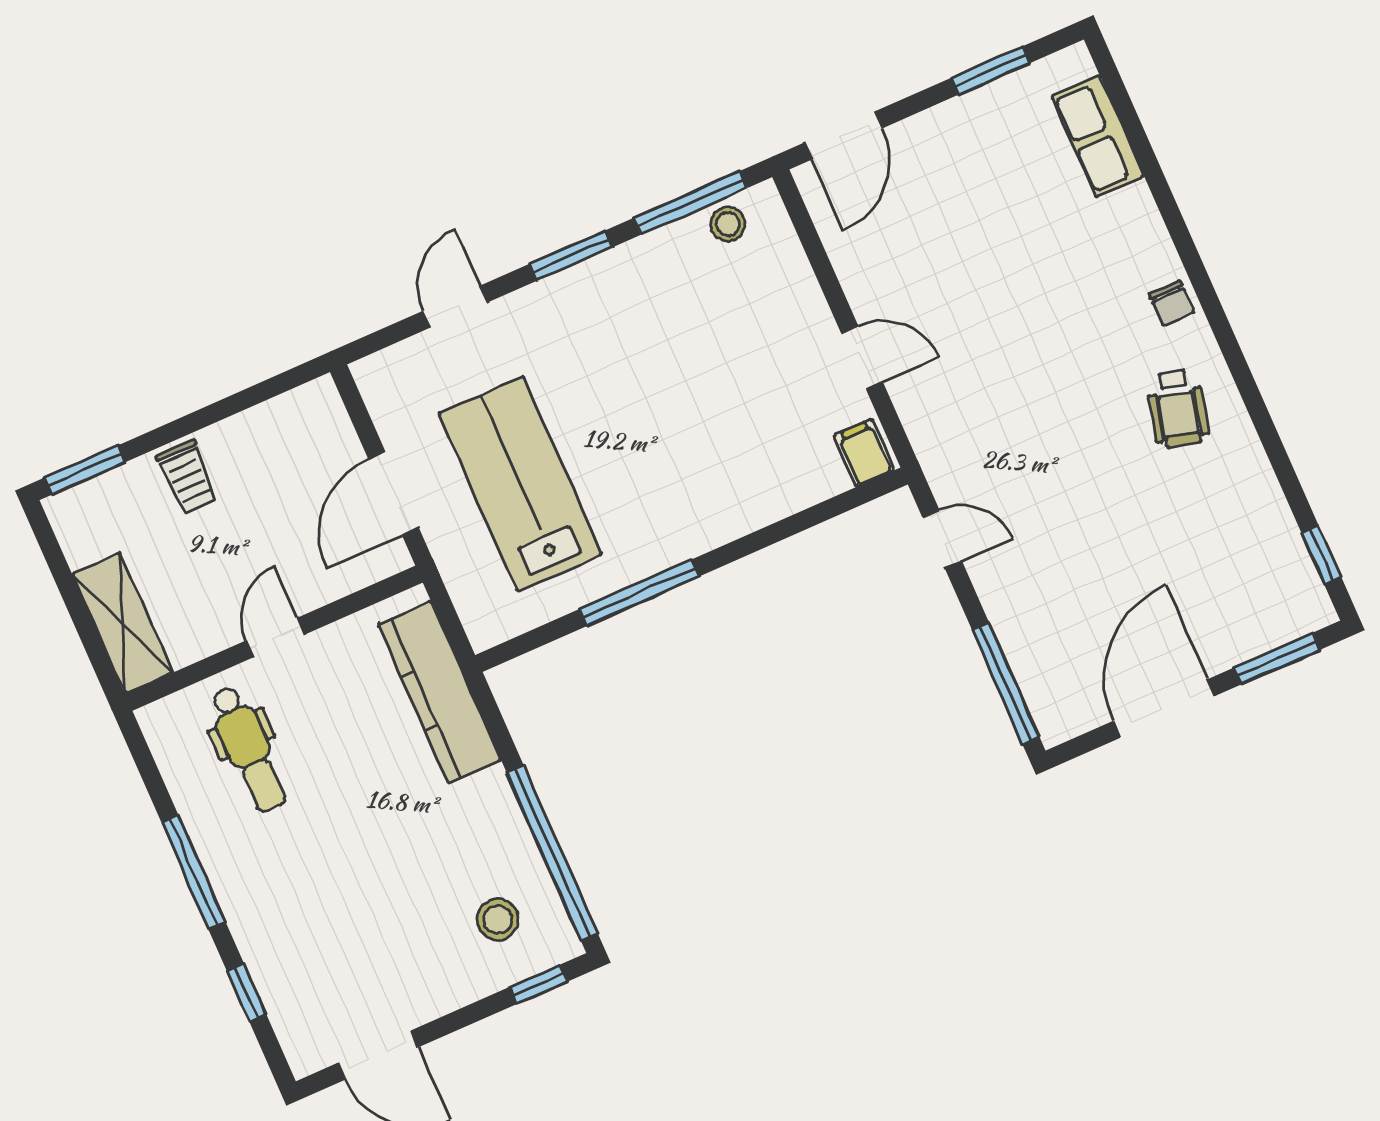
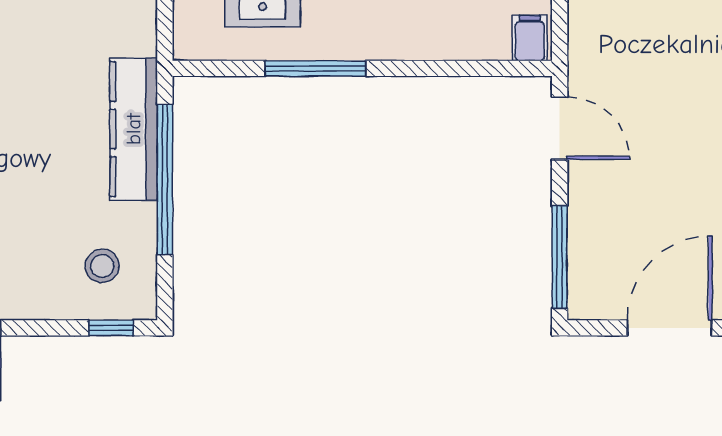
door: (942, 539) -> (560, 128), width x1.37
kitchen counter: (440, 692) -> (134, 129), moved
window: (552, 853) -> (165, 180), moved

